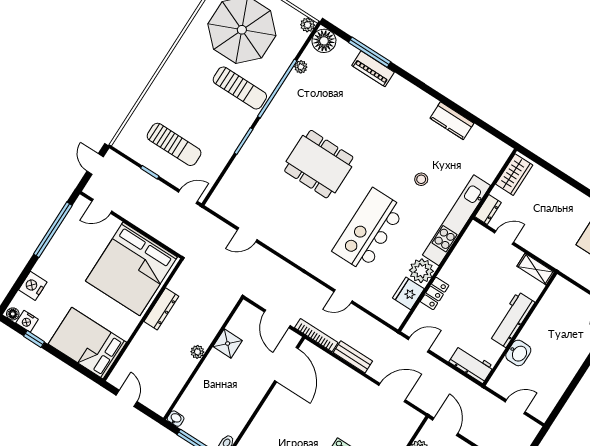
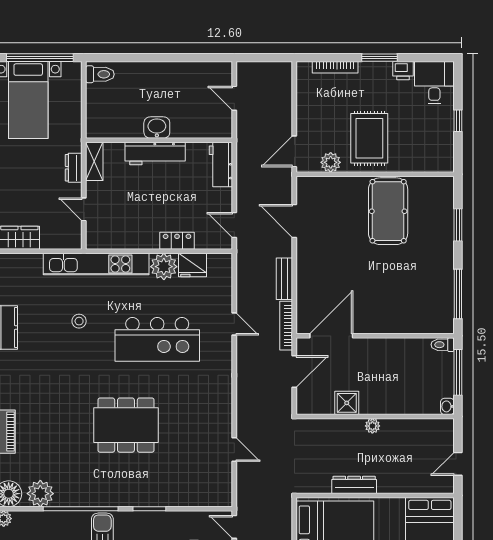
plant: (301, 67) -> (40, 494), width x1.88, depth x1.88
dining table: (319, 164) -> (126, 425), turned 90
dresser: (488, 210) -> (74, 168), moved, turned -90
washbasin: (518, 353) -> (157, 128), moved

